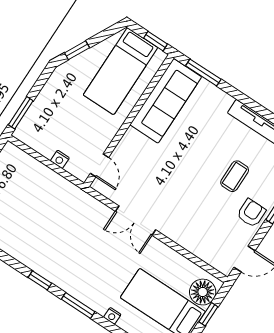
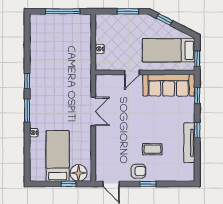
window: (203, 73) -> (197, 96), width x0.67
window: (248, 102) -> (197, 130), added
window: (21, 113) -> (128, 11), moved
door: (99, 165) -> (132, 72), moved
double door: (135, 221) -> (93, 111), swing flipped

